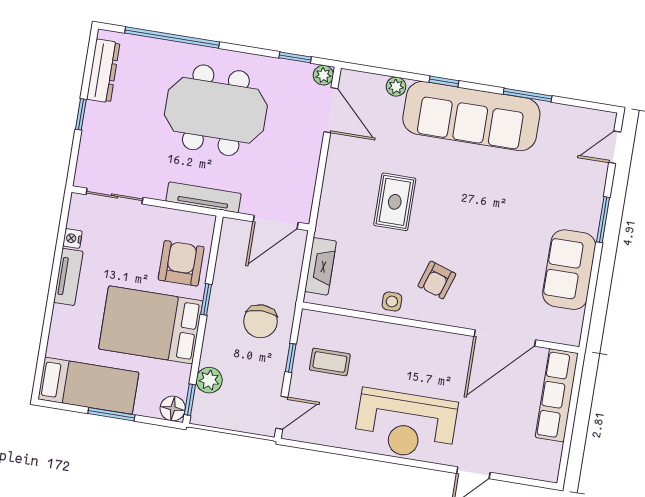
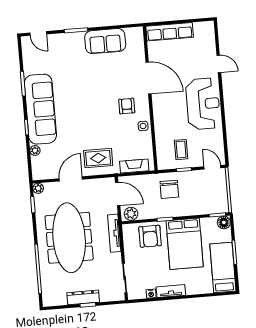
dresser: (103, 71) -> (83, 297), moved
meeting table: (216, 110) -> (69, 238), width x1.36
door: (331, 110) -> (71, 179), moved
rug: (395, 202) -> (98, 158), moved
armchair: (181, 263) -> (150, 236), turned -90
armchair: (437, 280) -> (127, 106), turned -108
chair: (261, 321) -> (169, 189), turned 90
door: (505, 338) -> (148, 78), moved
plant: (209, 380) -> (131, 214), moved

